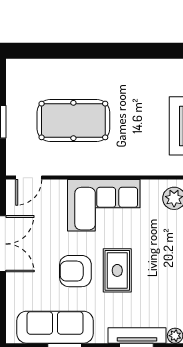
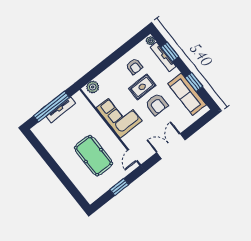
door: (29, 178) -> (133, 155), swing flipped
armchair: (156, 282) -> (134, 66), added

